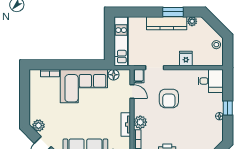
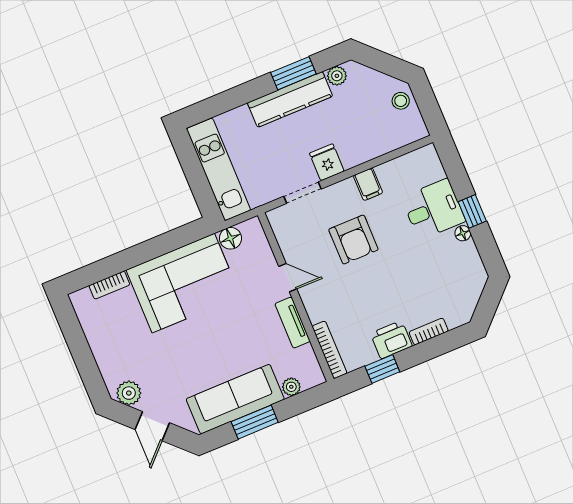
fridge: (186, 59) -> (327, 162), moved
filing cabinet: (139, 76) -> (368, 184), moved
desk: (211, 81) -> (433, 209), moved
door: (132, 91) -> (288, 278), moved
plant: (140, 122) -> (318, 307), removed

